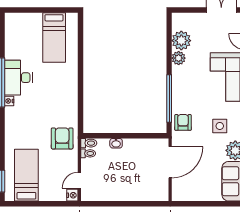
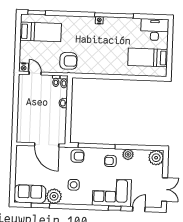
plant: (181, 41) -> (156, 158), moved
desk: (18, 78) -> (155, 30), moved
armchair: (188, 80) -> (110, 161), added

